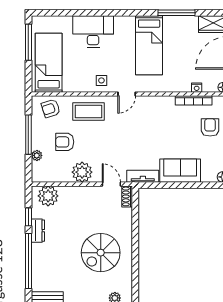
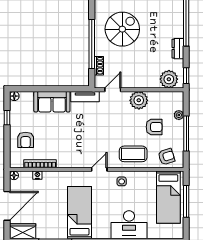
window: (28, 42) -> (186, 201), moved
door: (111, 184) -> (113, 90), swing flipped
shoe rack: (127, 196) -> (99, 66), moved
window: (28, 217) -> (186, 76), moved
window: (135, 236) -> (92, 44), added

